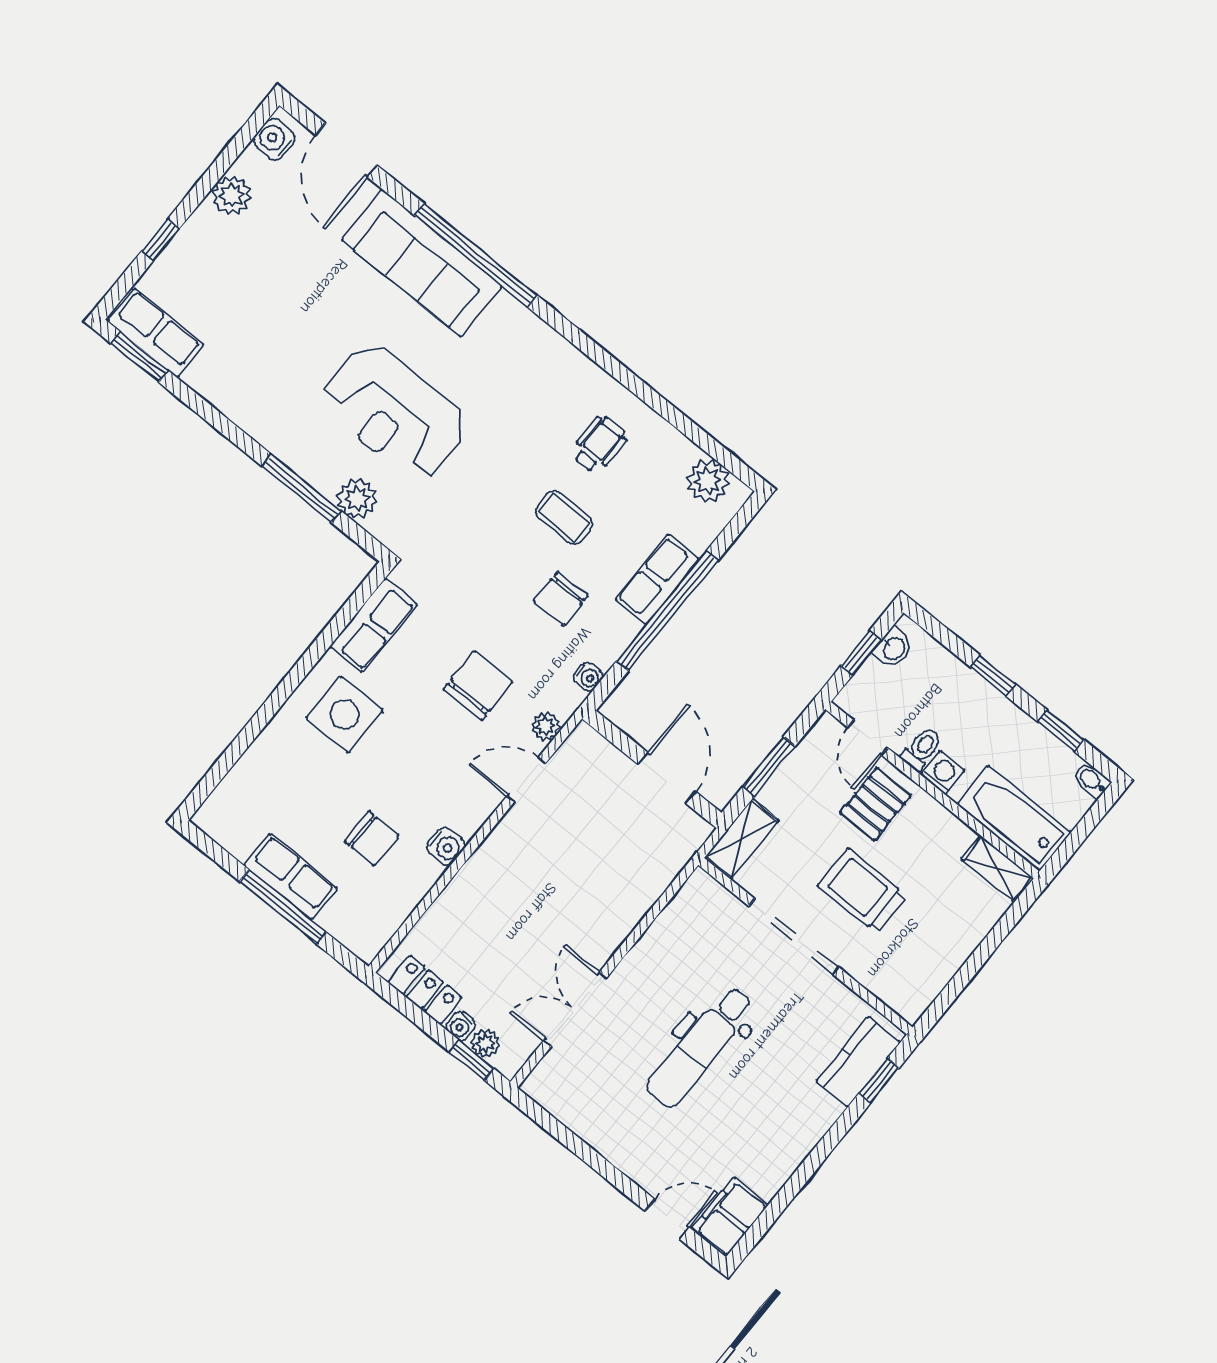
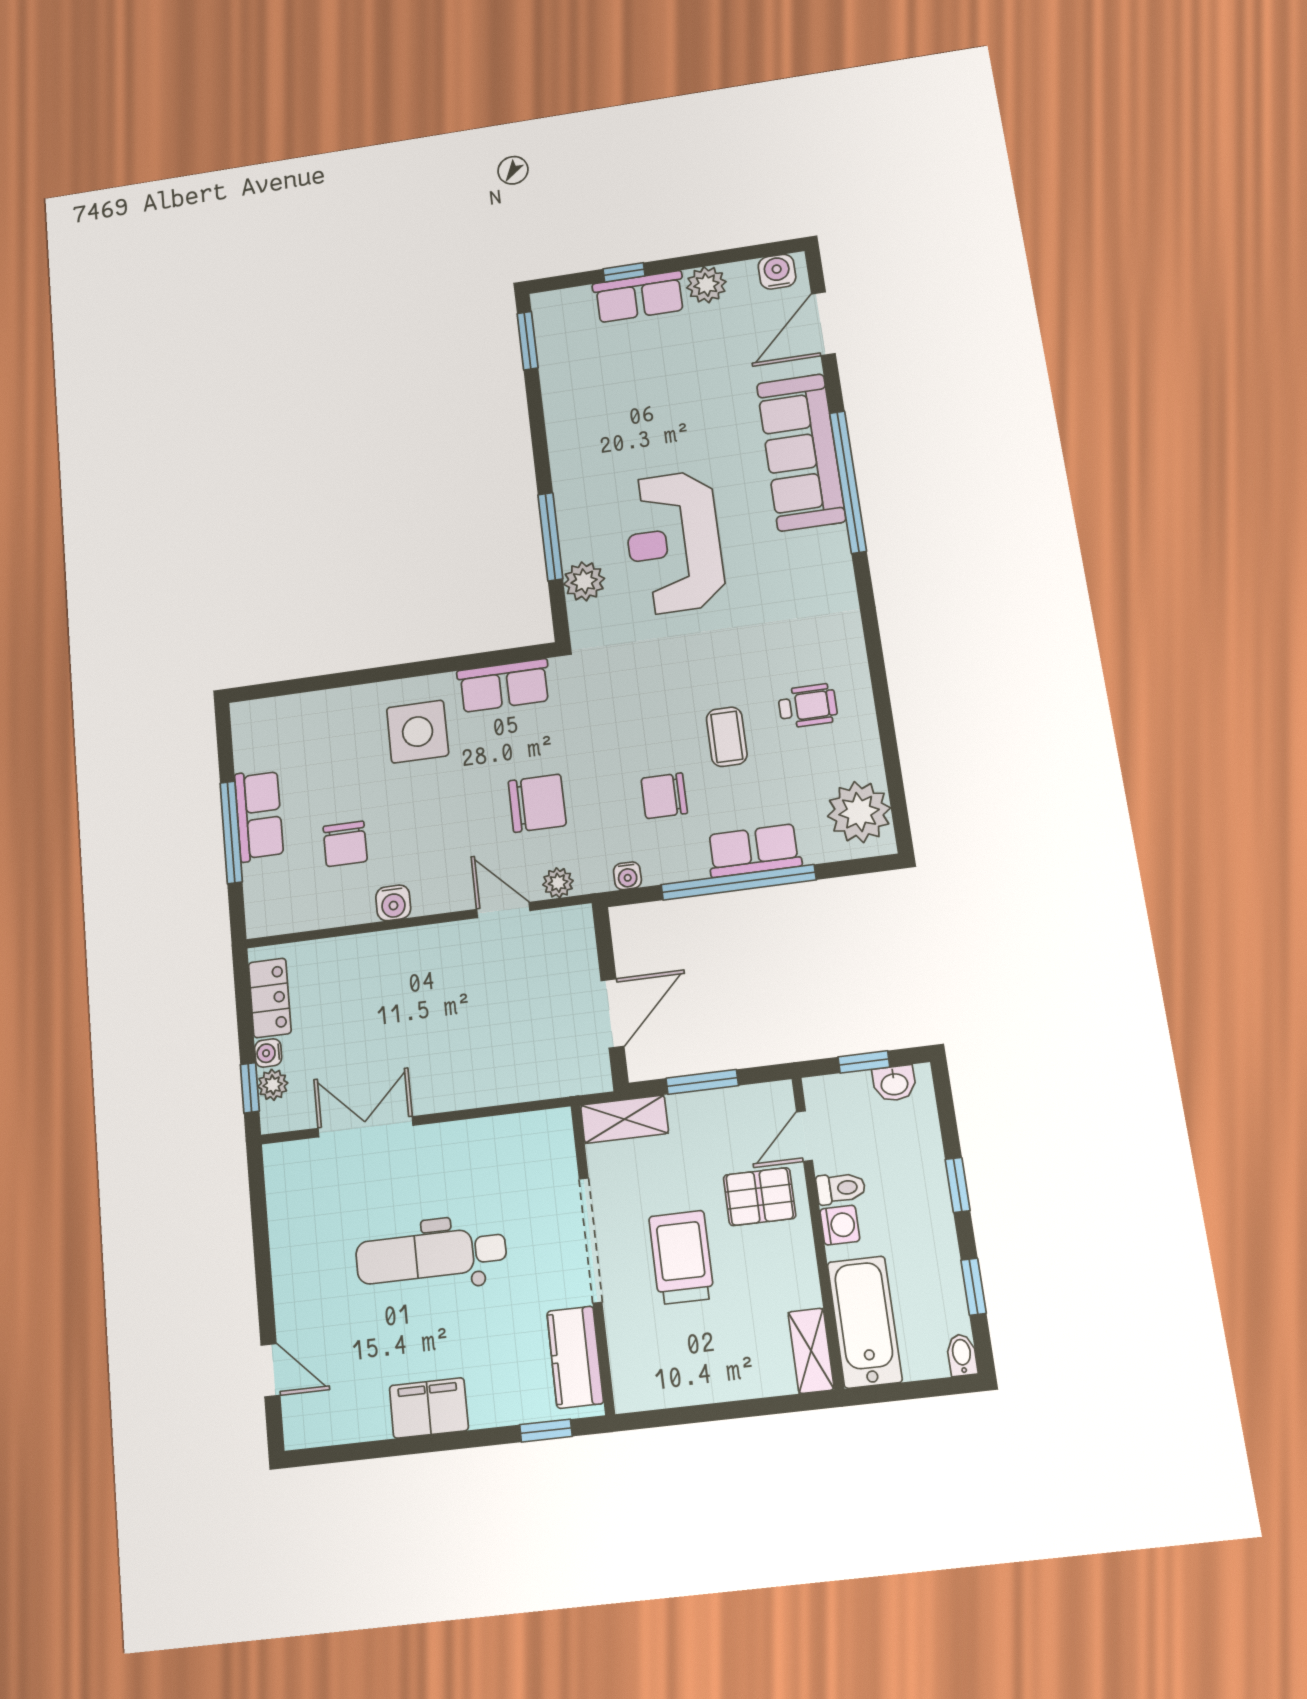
row of seats: (155, 333) -> (639, 297), moved, turned 90
plant: (708, 481) -> (859, 812), width x1.36, depth x1.36
kitchen counter: (858, 1062) -> (575, 1357), moved, turned -90
filing cabinet: (730, 1217) -> (429, 1408), moved

